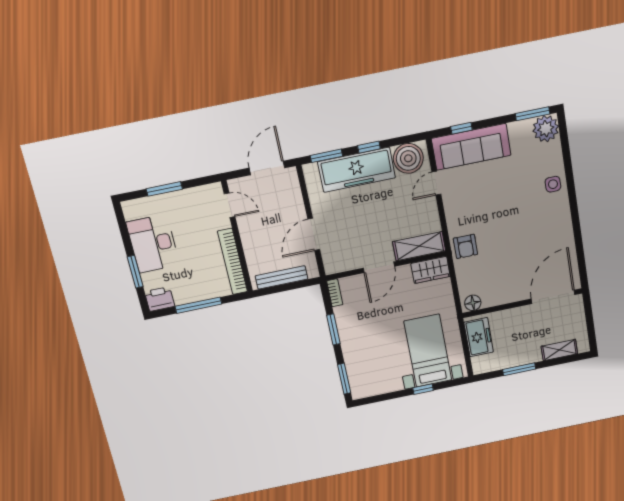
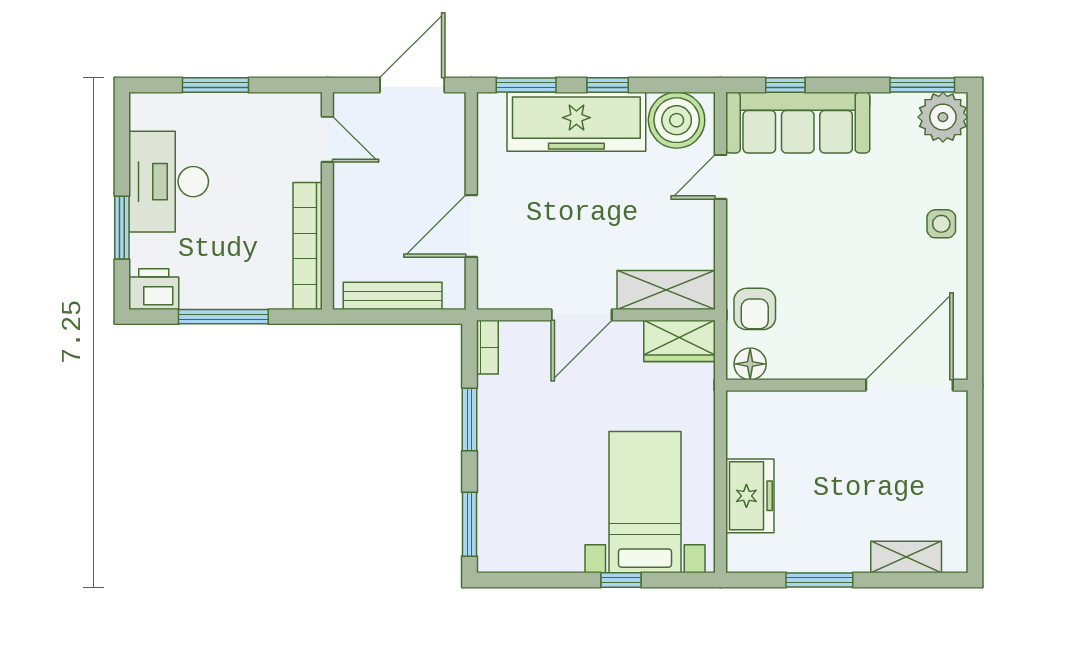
door: (553, 297) -> (909, 385), moved
floor lamp: (473, 303) -> (750, 364), moved
wall: (522, 303) -> (847, 385), moved

